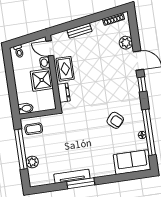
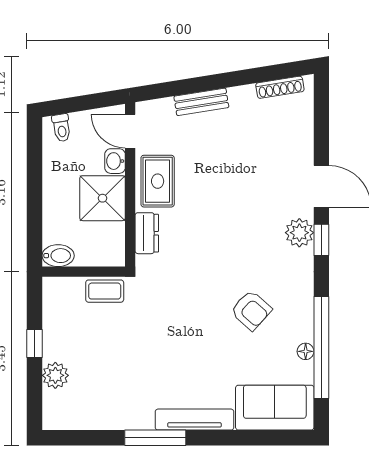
plant: (126, 43) -> (299, 233), moved
coffee table: (34, 129) -> (105, 291), moved
window: (21, 149) -> (35, 344), width x0.32
tv unit: (72, 176) -> (194, 420), moved

